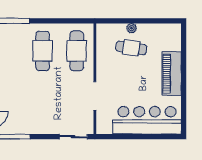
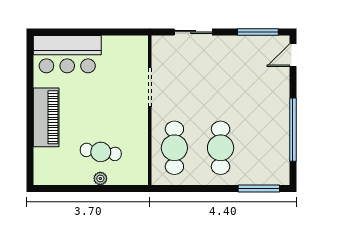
bar counter: (147, 120) -> (67, 54), width x0.73
sliding door: (73, 137) -> (193, 32), moved

